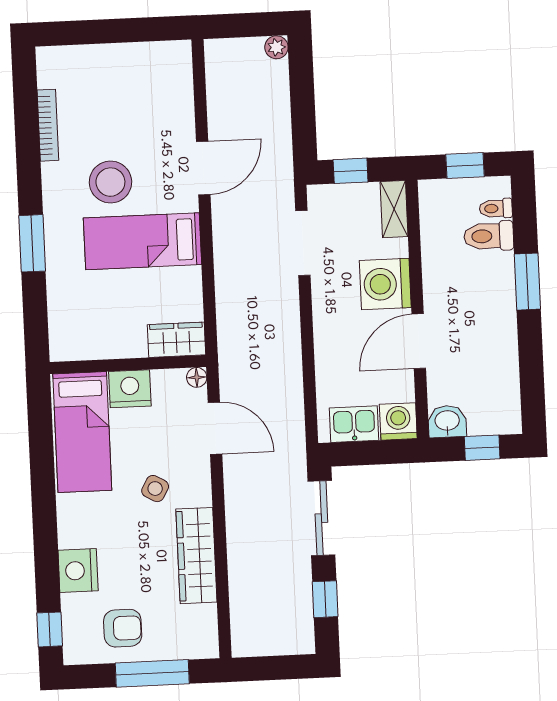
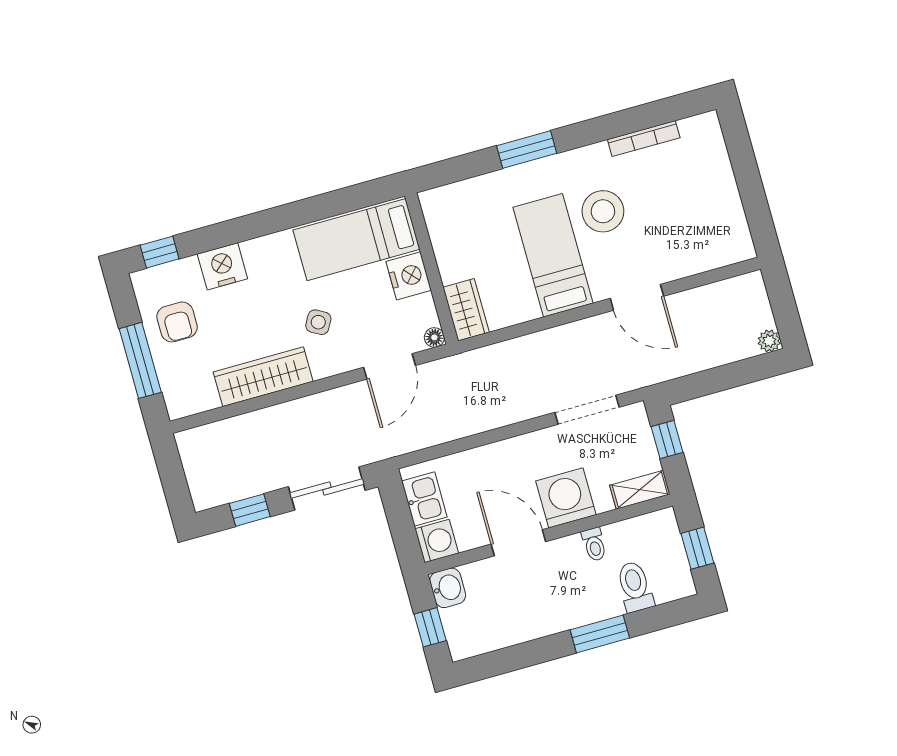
toilet: (496, 208) -> (594, 544), moved, turned 180

